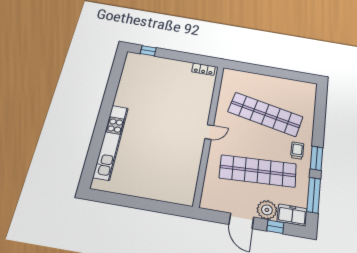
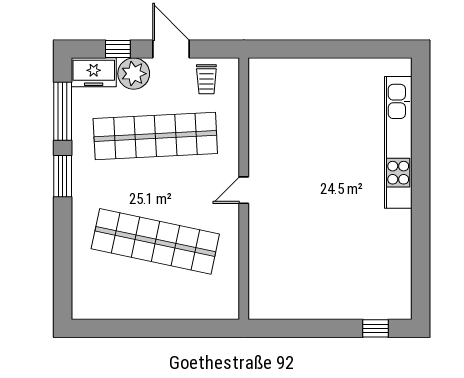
locker: (204, 69) -> (273, 310), removed
trolley: (297, 151) -> (206, 79), moved

